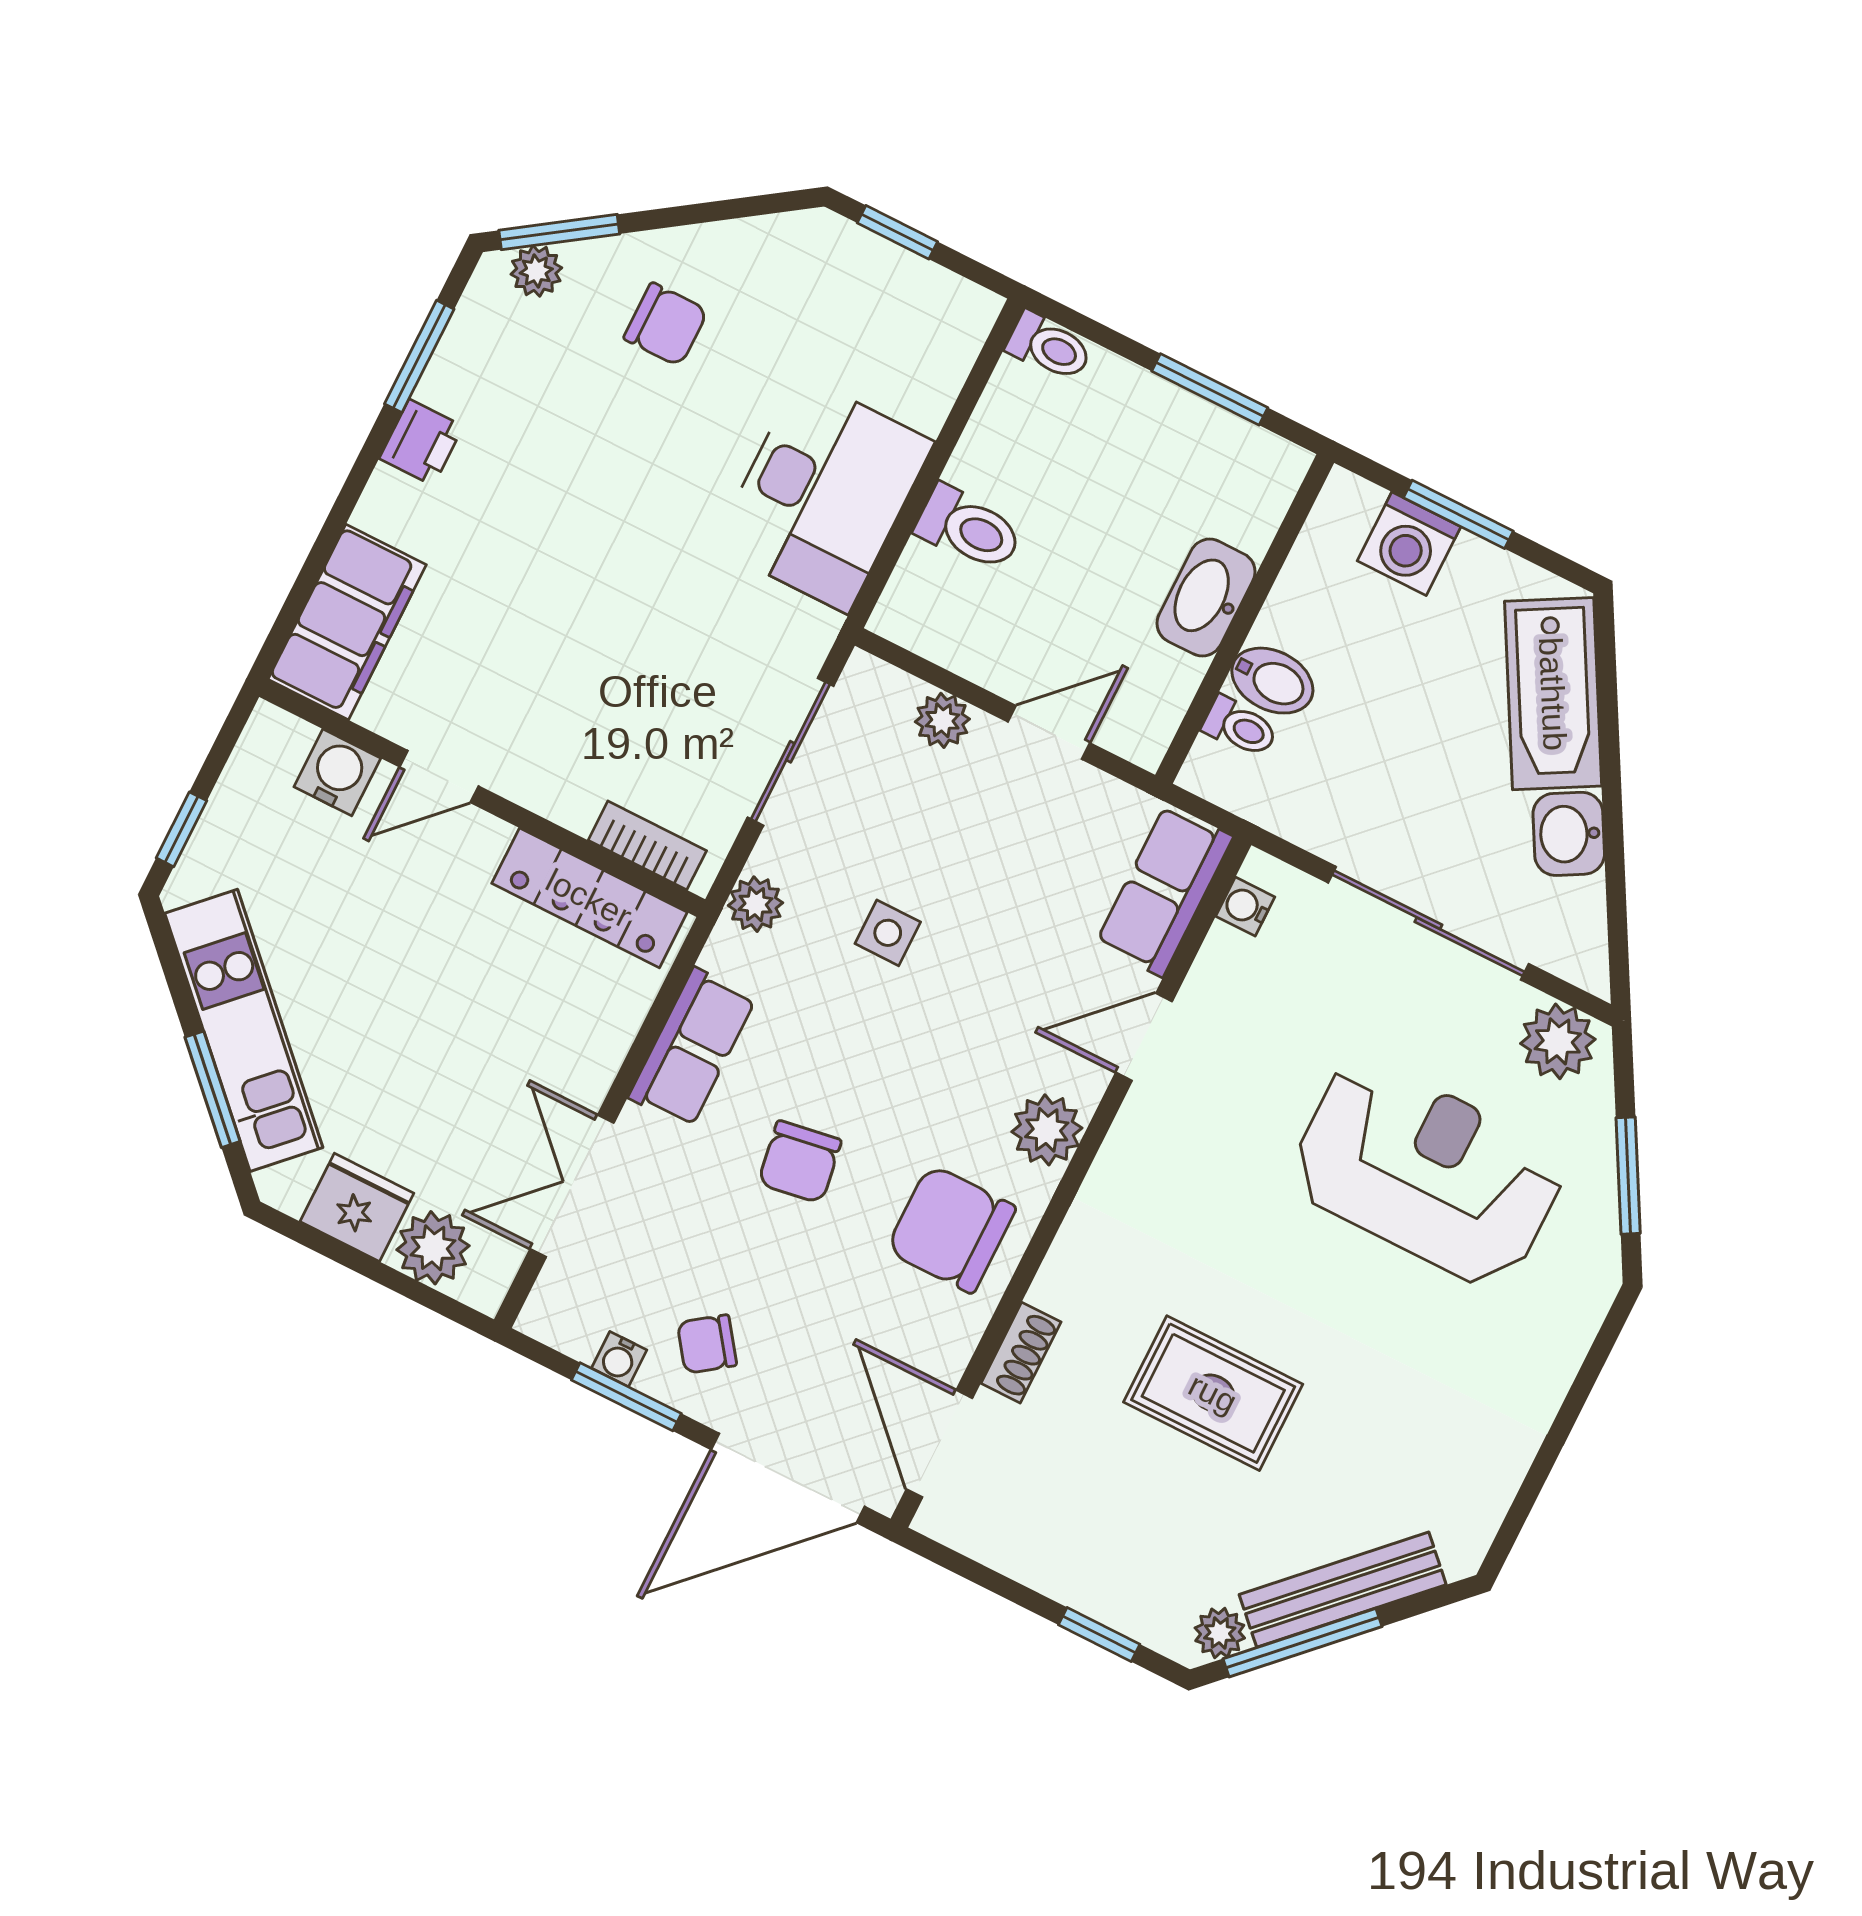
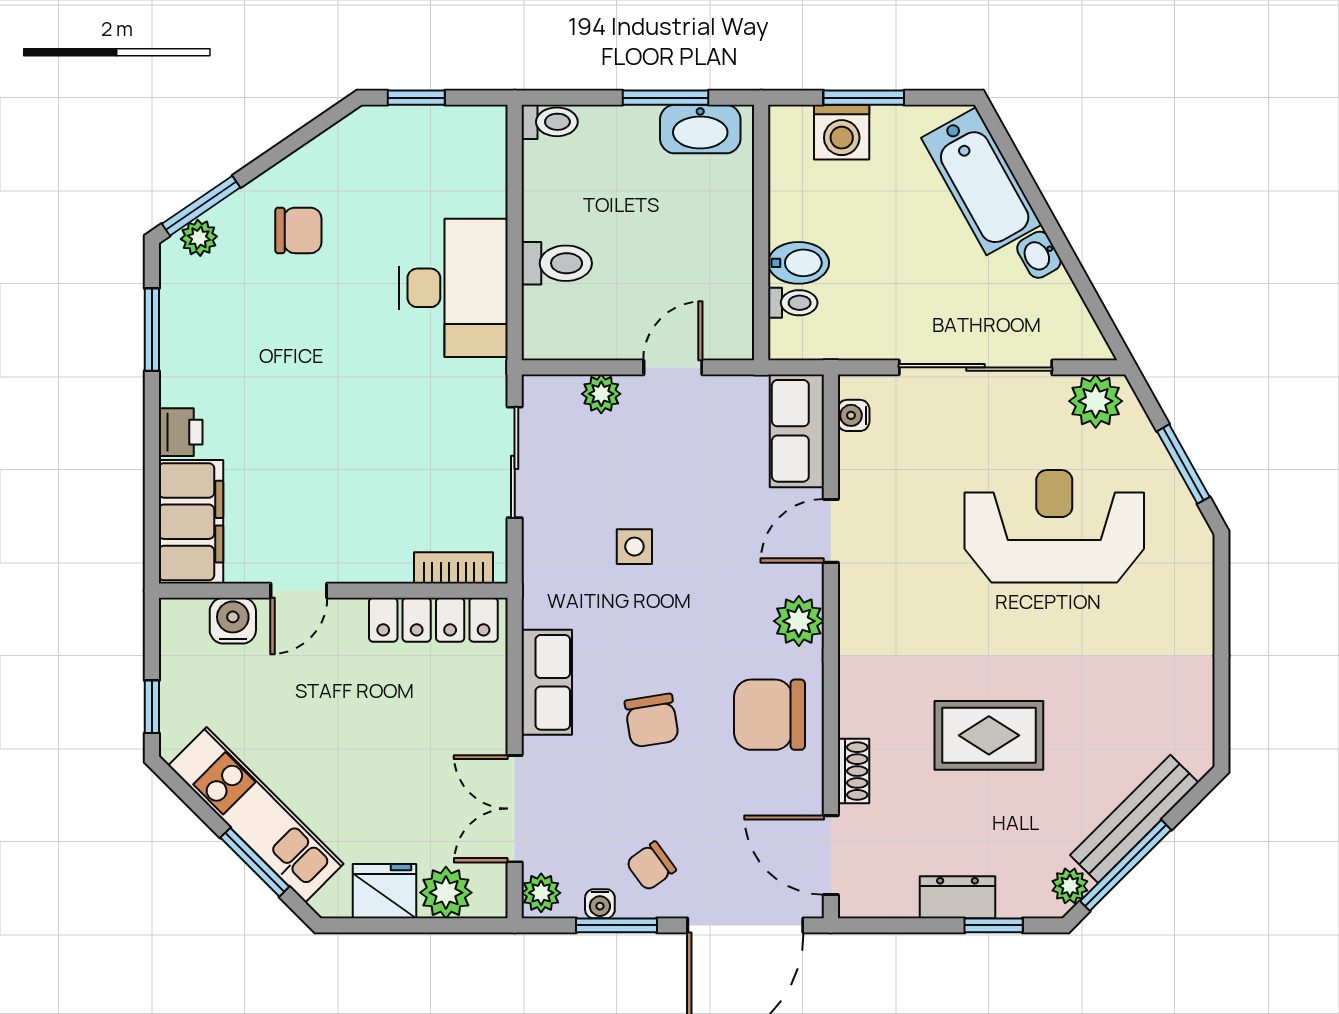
printer: (421, 442) -> (181, 432), moved
washbasin: (1206, 598) -> (700, 129), moved, turned -90
washbasin: (1569, 834) -> (1039, 255), width x0.72, depth x0.69
plant: (756, 904) -> (541, 893), moved
dresser: (1072, 1576) -> (958, 897), added

